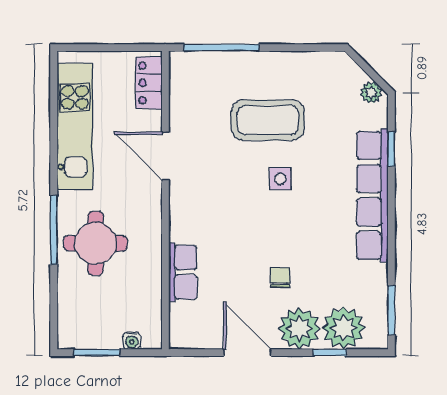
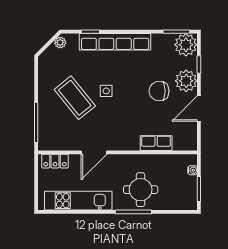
coffee table: (268, 120) -> (75, 98), turned -39
chair: (280, 278) -> (159, 91), width x1.87, depth x1.87
plant: (343, 328) -> (186, 45), moved

